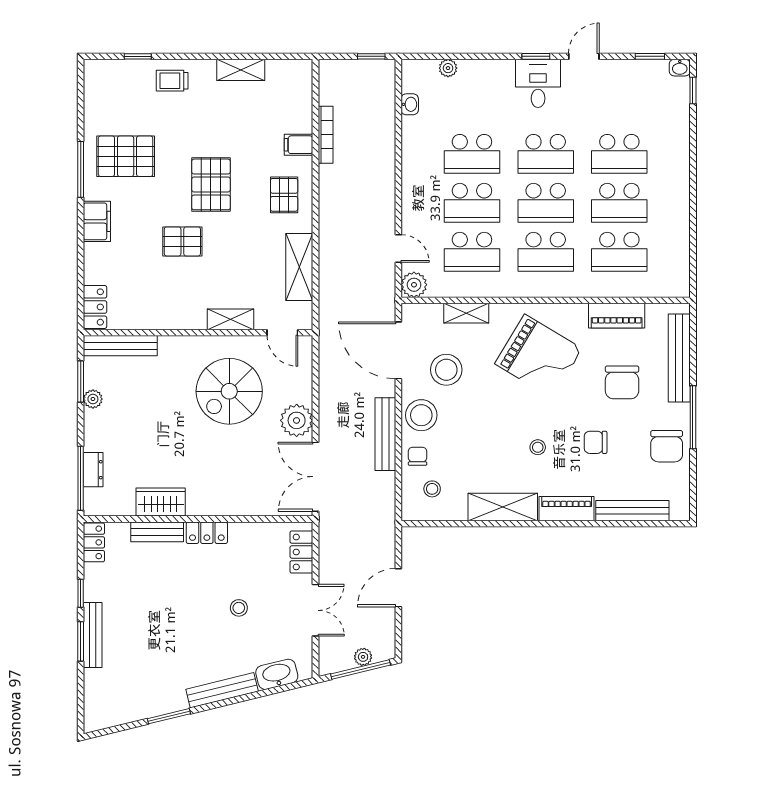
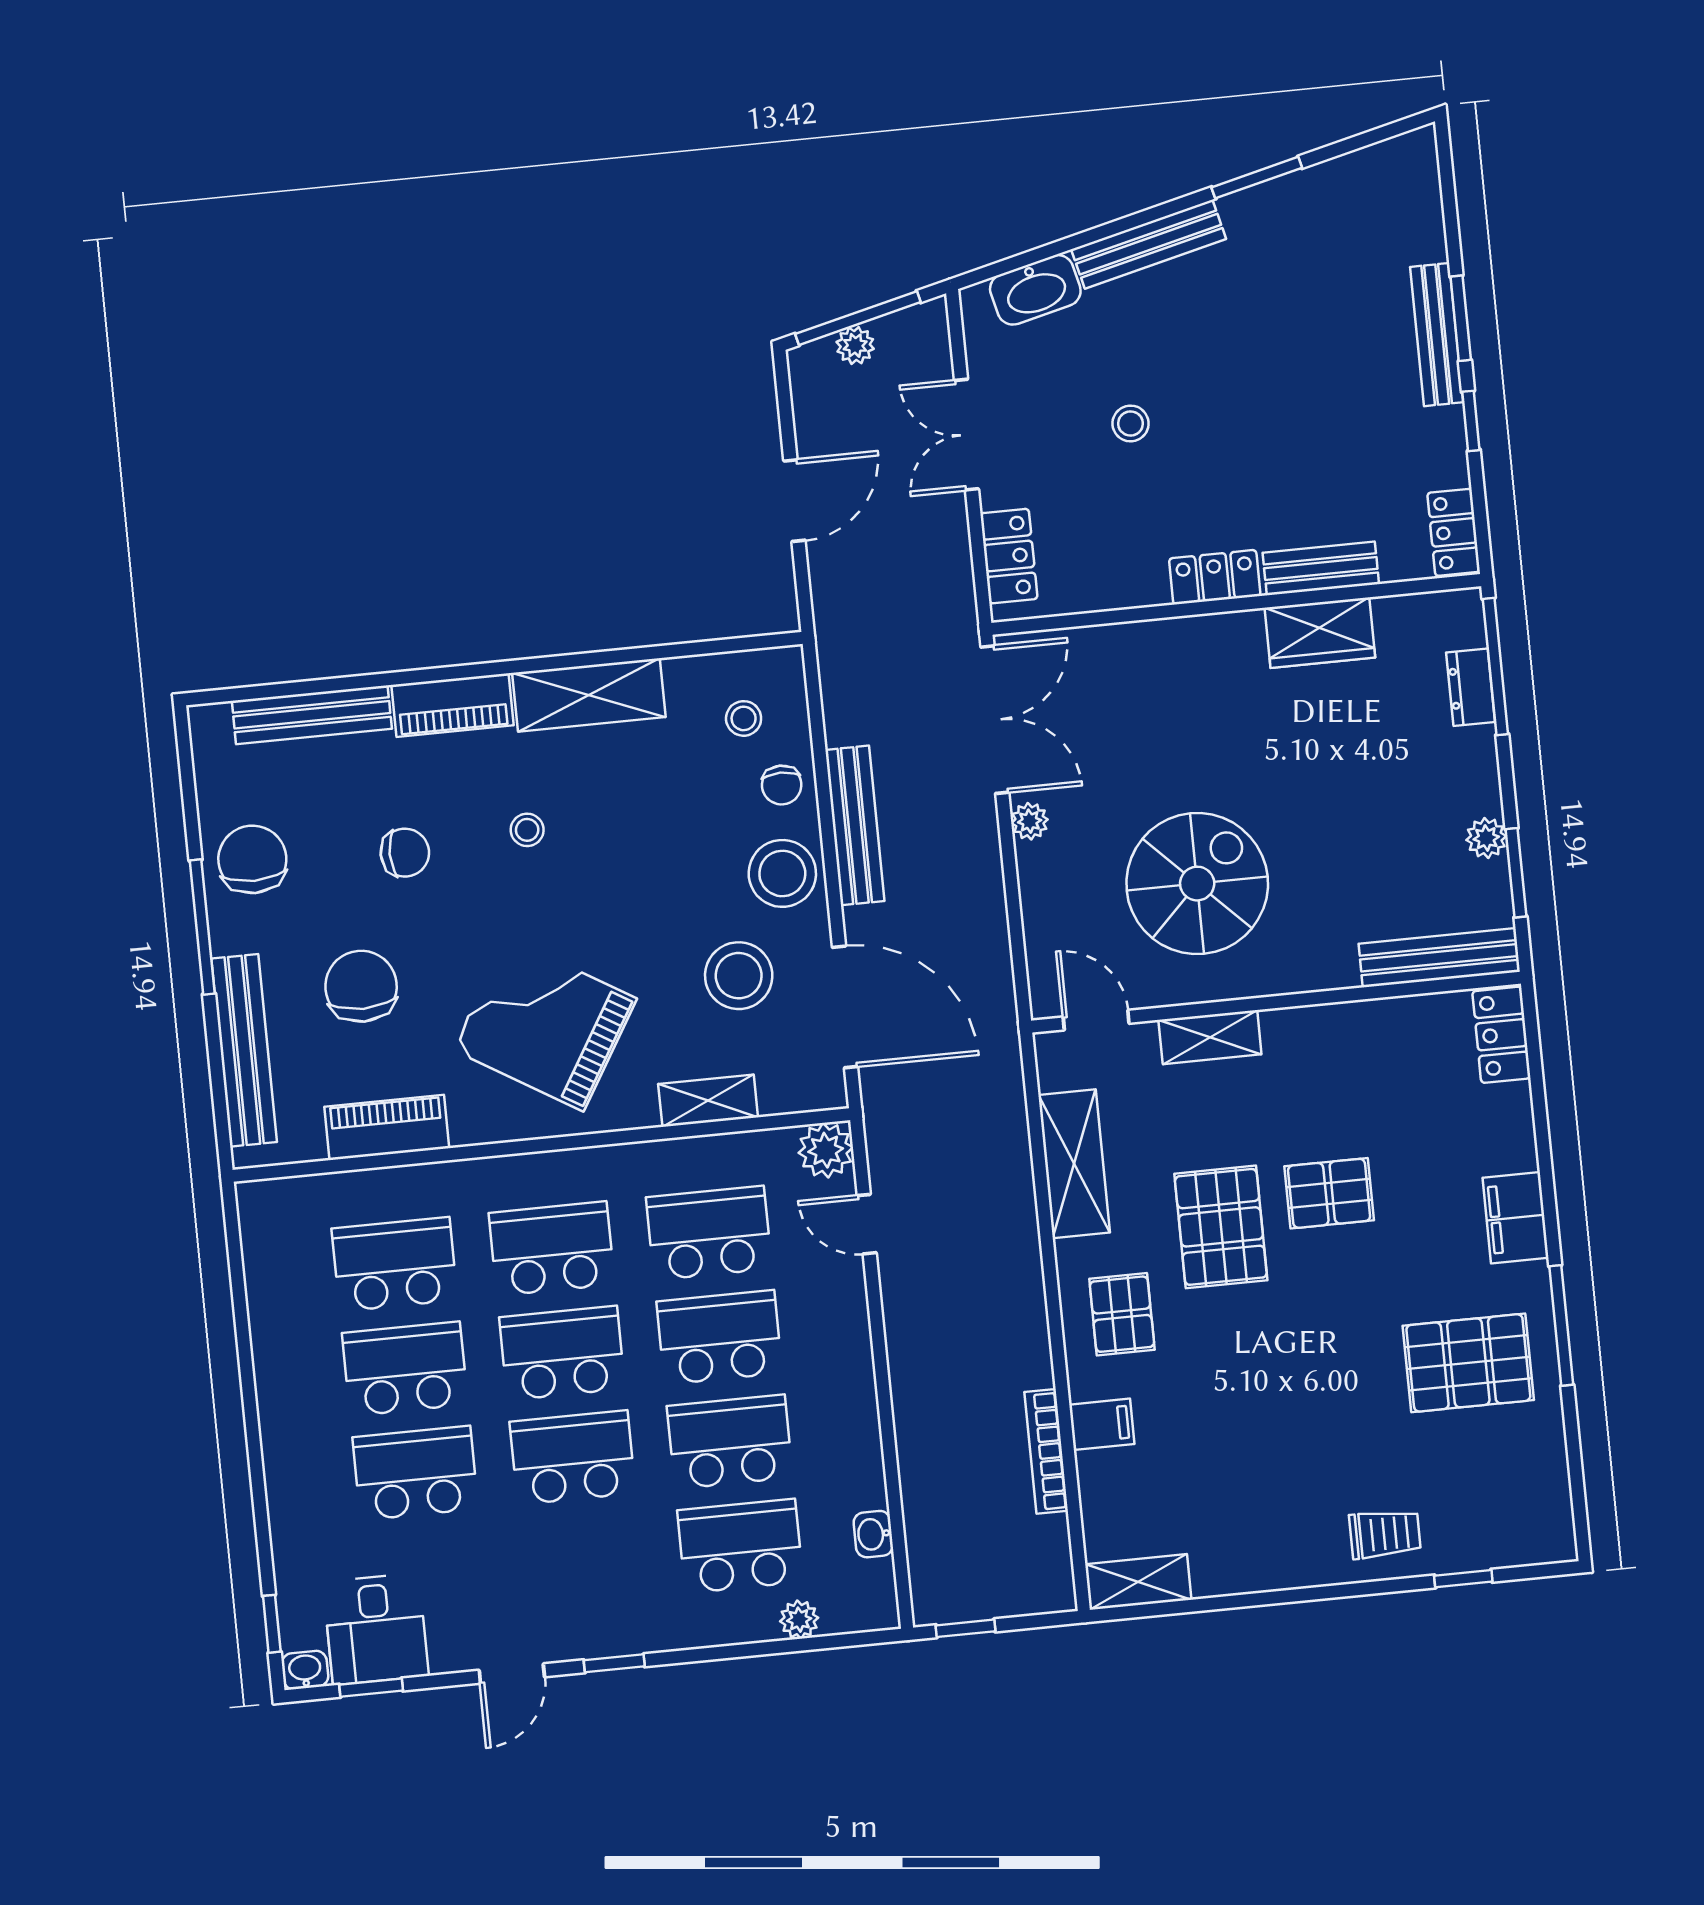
shelving: (241, 70) -> (1138, 1582), moved
desk: (538, 83) -> (376, 1629), moved
school desk: (472, 105) -> (740, 1546), added
pallet: (211, 184) -> (1221, 1227), moved
plant: (297, 420) -> (1030, 821), width x0.53, depth x0.53

